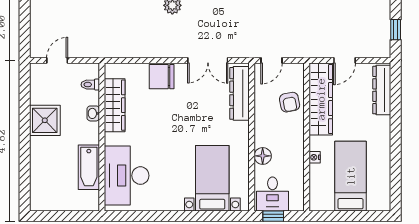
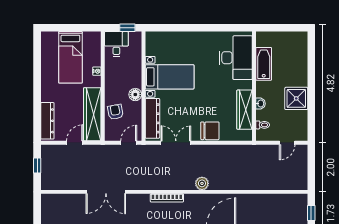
floor lamp: (263, 156) -> (135, 95), moved
bed with nightstands: (212, 178) -> (170, 77), moved, turned -90
desk: (272, 194) -> (116, 44), moved

